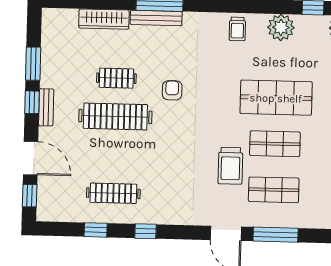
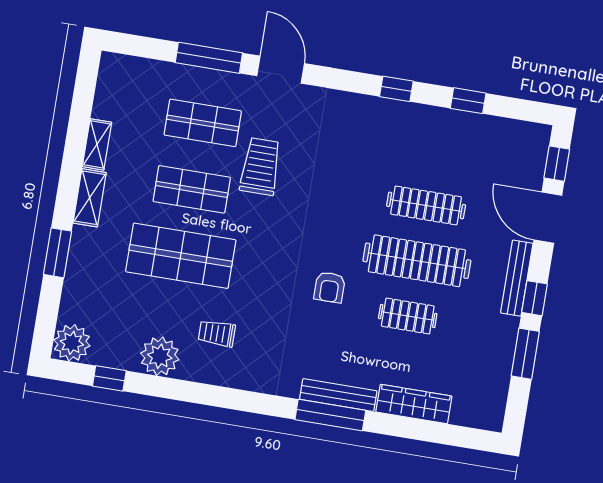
trolley: (237, 29) -> (217, 333), moved, turned -90
bench: (46, 107) -> (517, 278), width x1.36
clothes rail: (113, 193) -> (426, 205), moved

